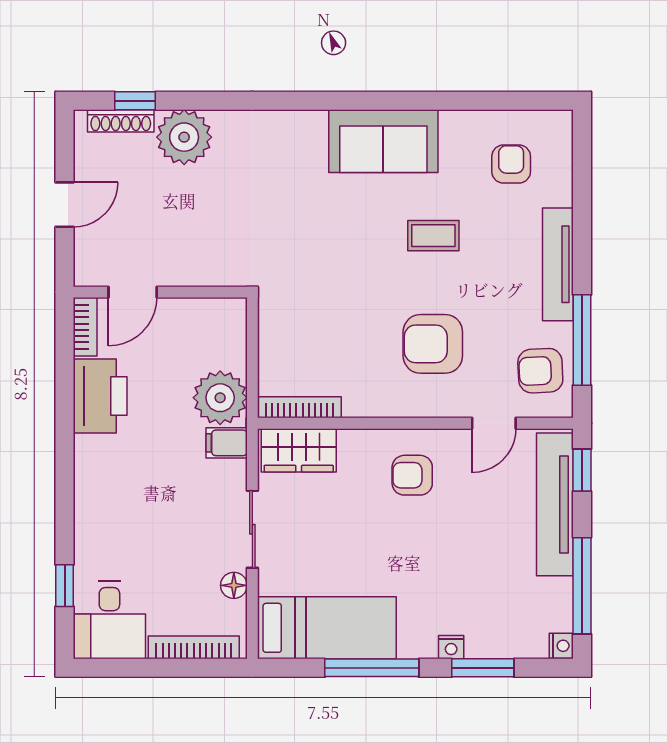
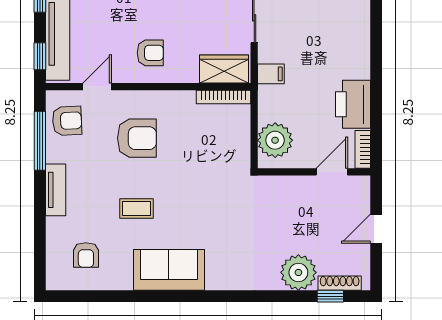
tv unit: (558, 264) -> (56, 190), width x0.71
plant: (220, 398) -> (275, 140), moved

